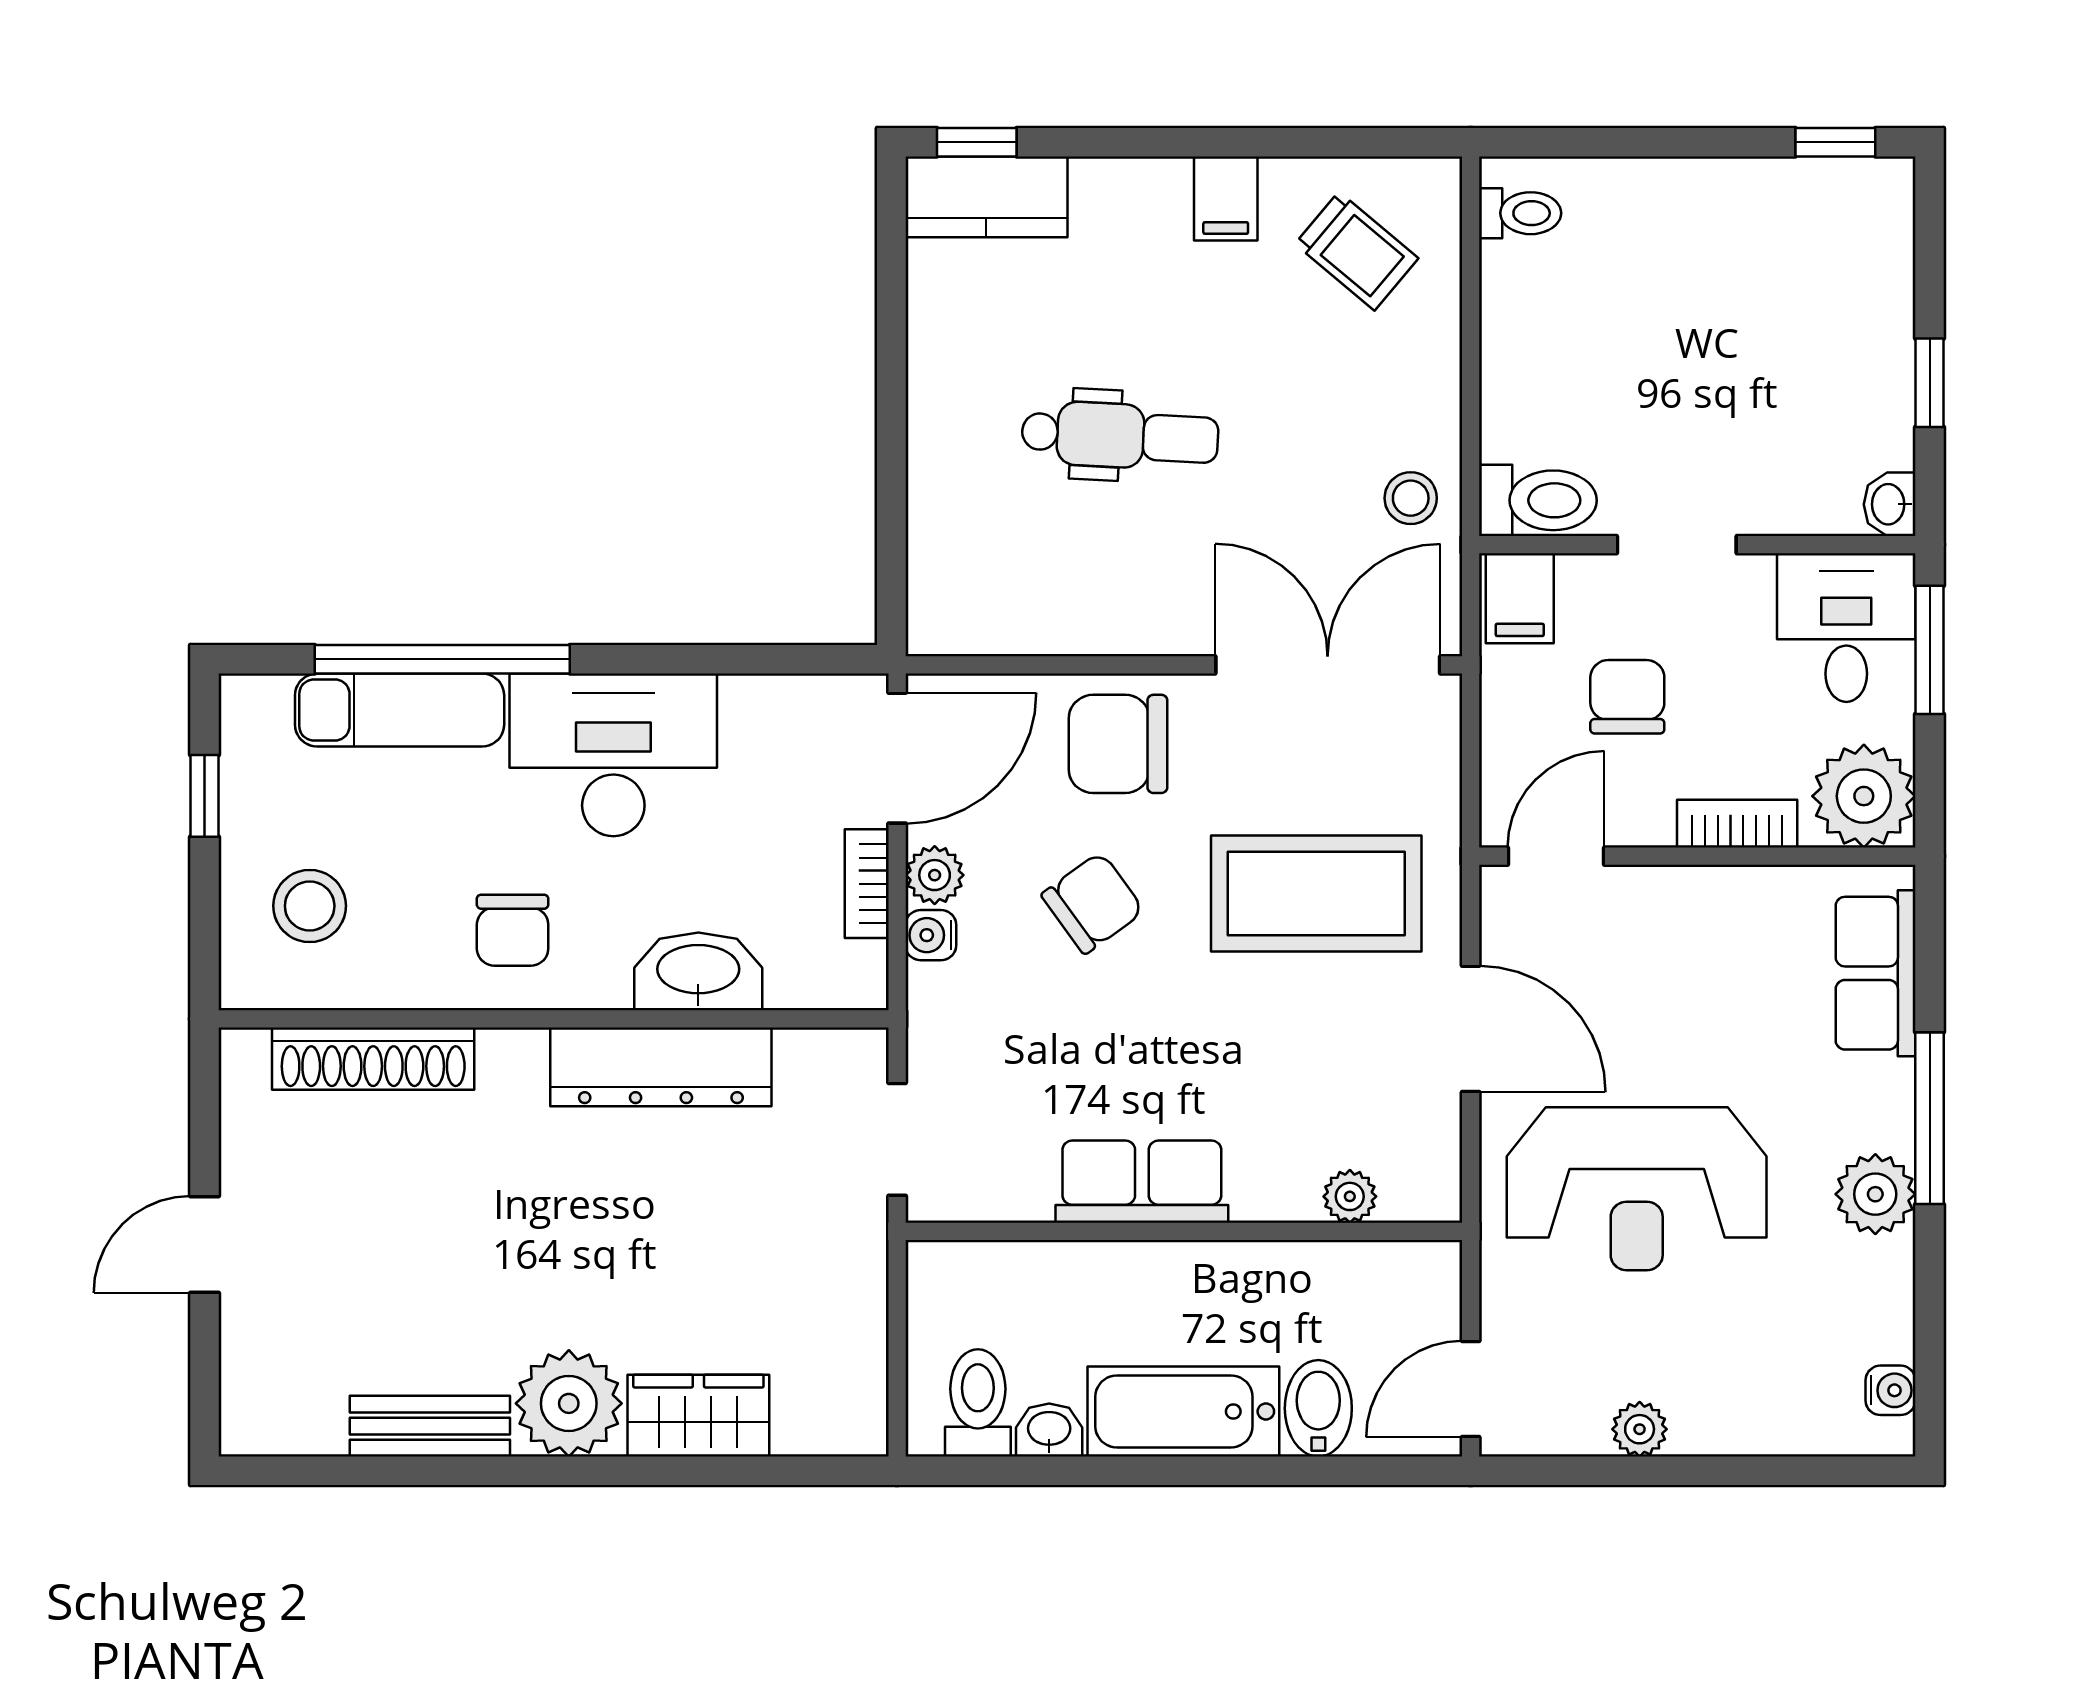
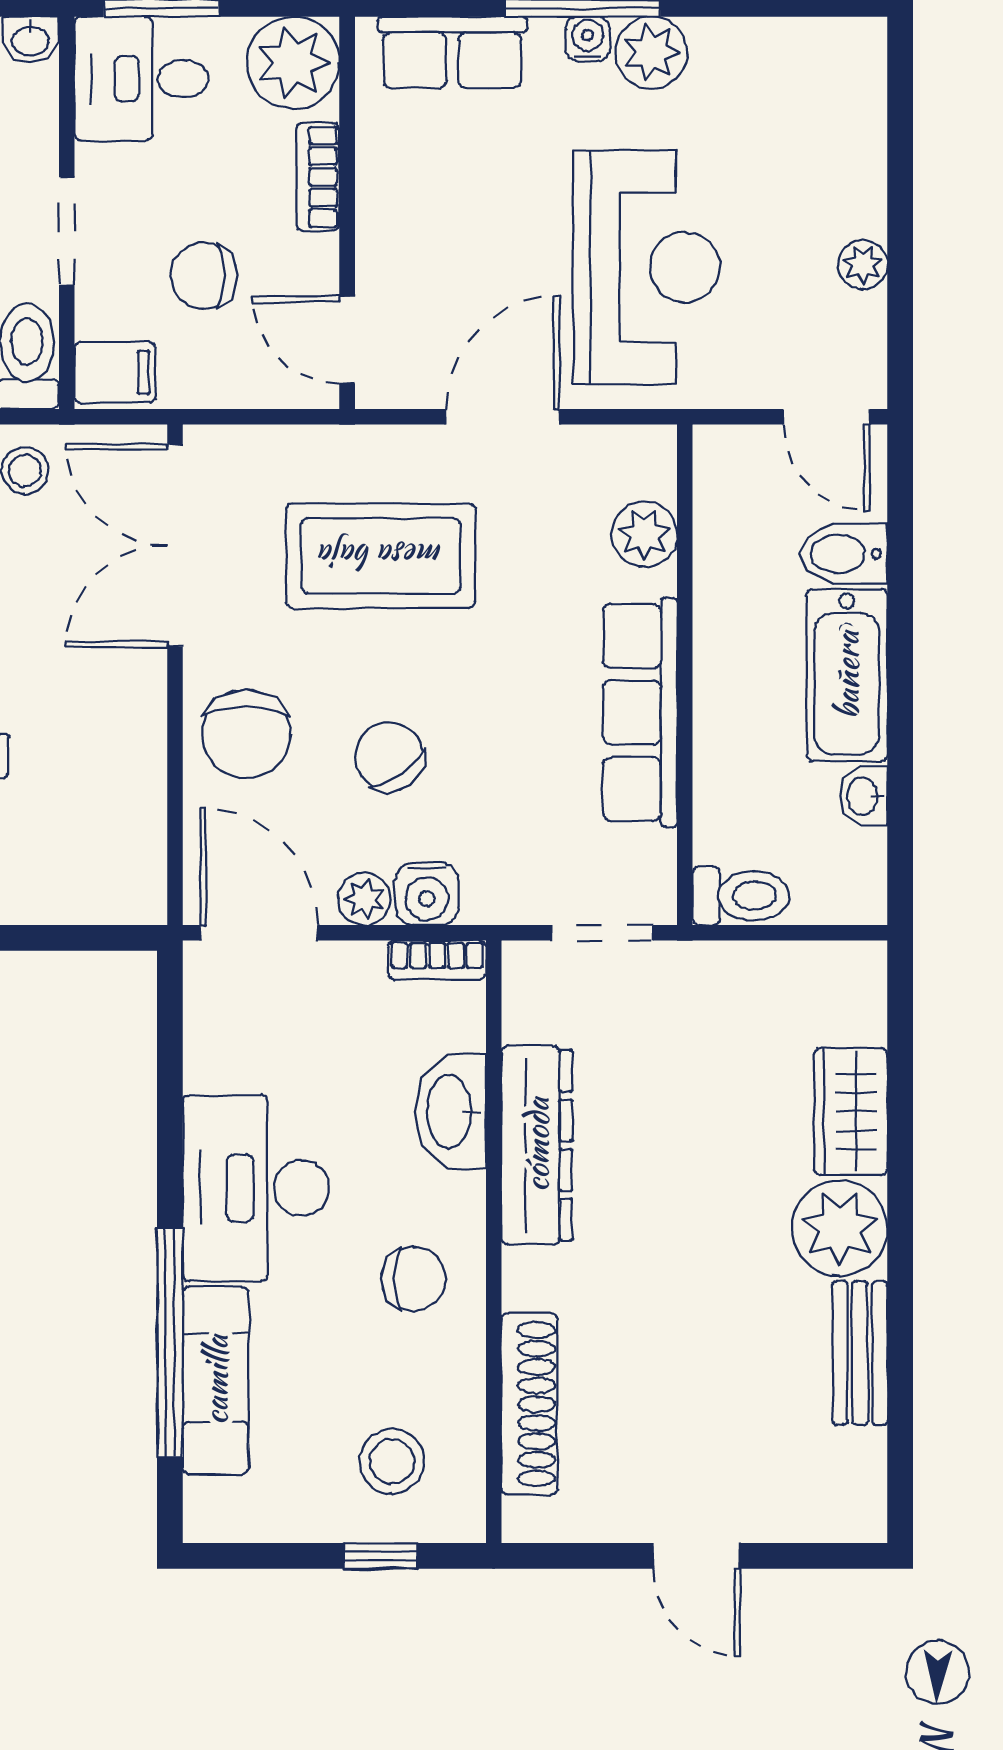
window: (204, 796) -> (381, 1556), moved
bookcase: (867, 884) -> (437, 960), moved
coffee table: (1316, 894) -> (381, 556), turned 90
water cooler: (931, 935) -> (427, 894), width x1.38, depth x1.38
row of seats: (1142, 1182) -> (640, 713), width x1.48
plant: (1350, 1196) -> (644, 534), width x1.38, depth x1.38
water cooler: (1891, 1390) -> (588, 39), moved
toilet: (978, 1403) -> (741, 896), moved, turned 180

